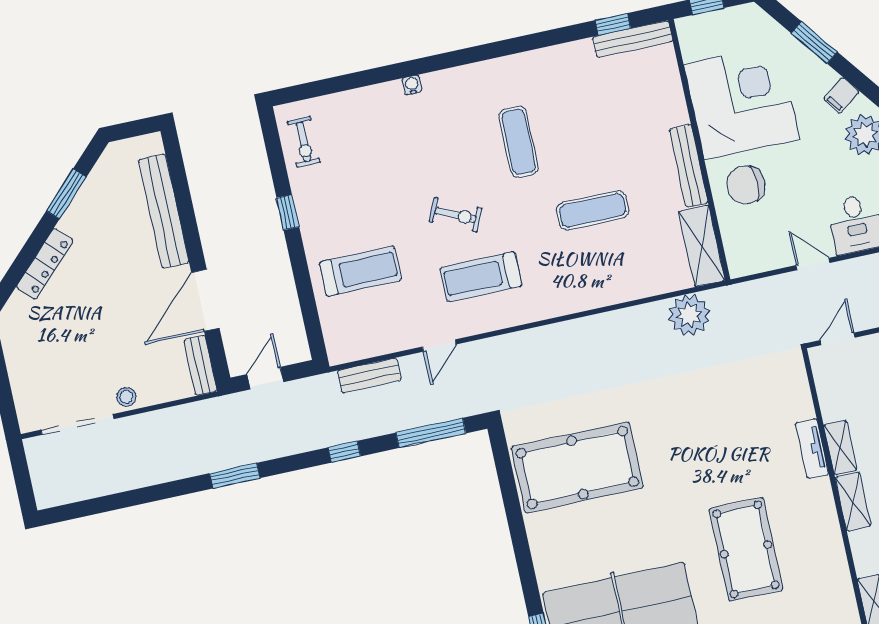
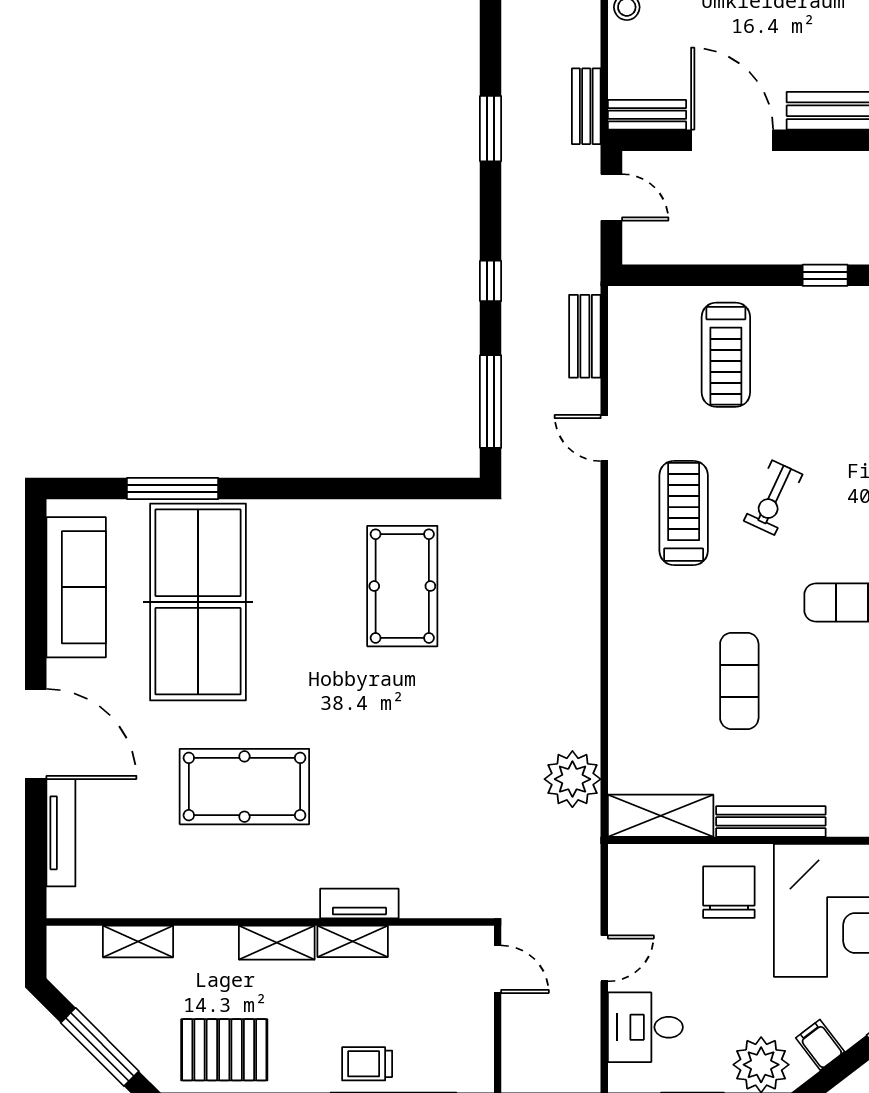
bench: (204, 410) -> (586, 106), added
pool table: (577, 467) -> (402, 586), width x0.73, depth x0.76

